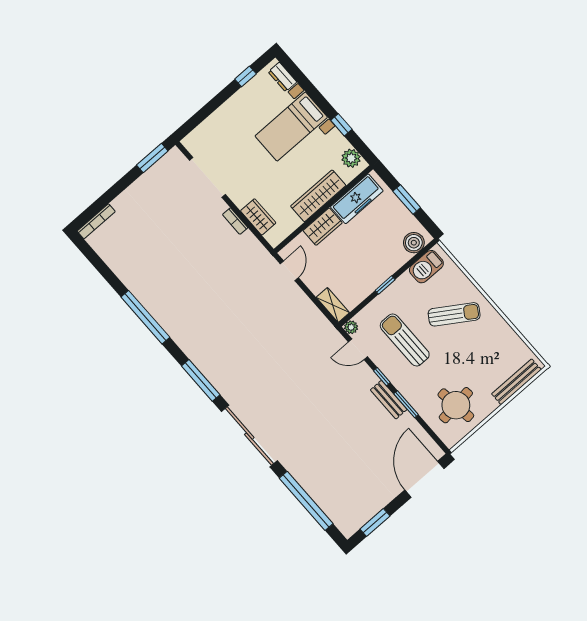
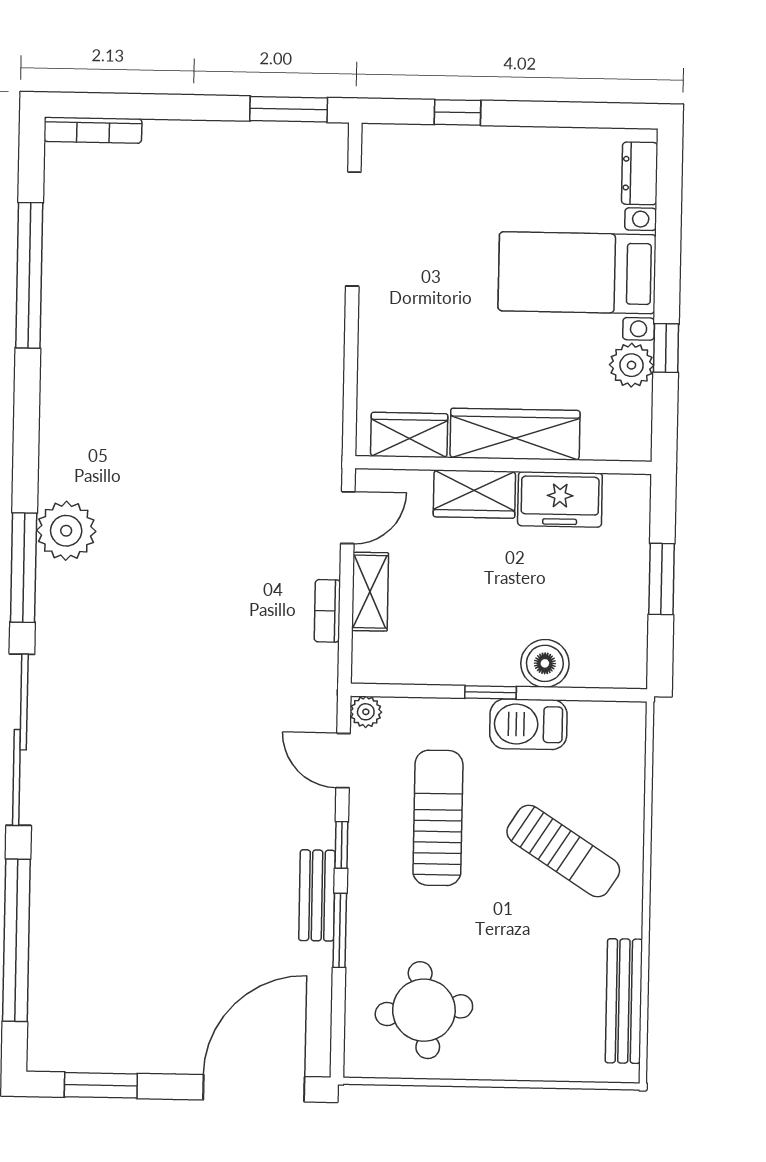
window: (245, 76) -> (458, 112), moved
plant: (351, 158) -> (631, 365), moved
freezer: (357, 199) -> (560, 499), width x0.71
wardrobe: (258, 217) -> (409, 435), moved, turned -90
bookcase: (235, 221) -> (327, 611), moved
boiler: (414, 243) -> (545, 663), moved
barbecue: (426, 267) -> (528, 724), moved
shelving: (333, 305) -> (370, 592), moved
window: (145, 317) -> (29, 275), moved
plant: (204, 356) -> (66, 531), added
bench: (516, 382) -> (624, 1001), moved, turned 90

